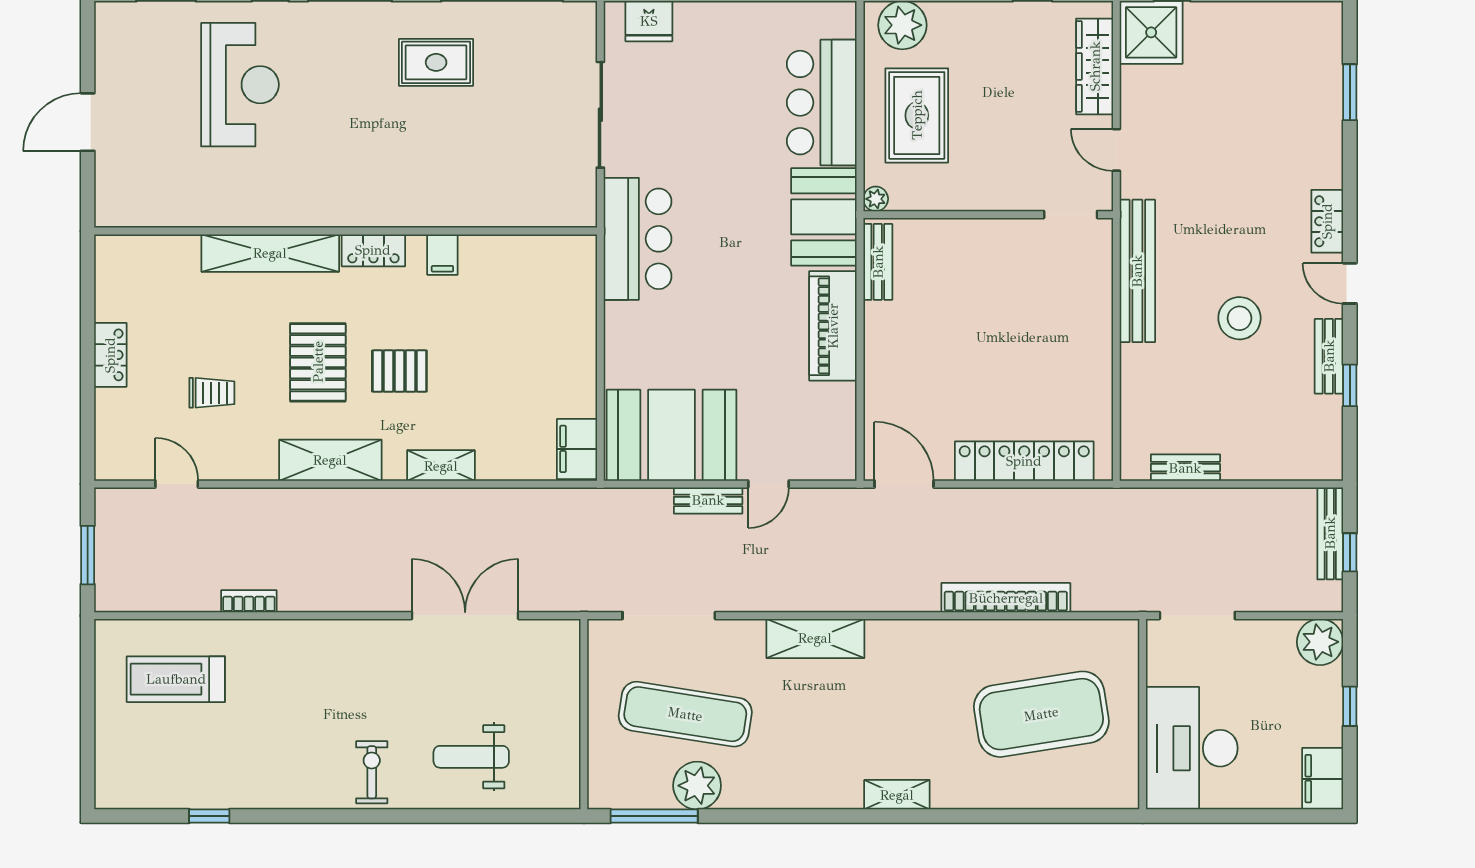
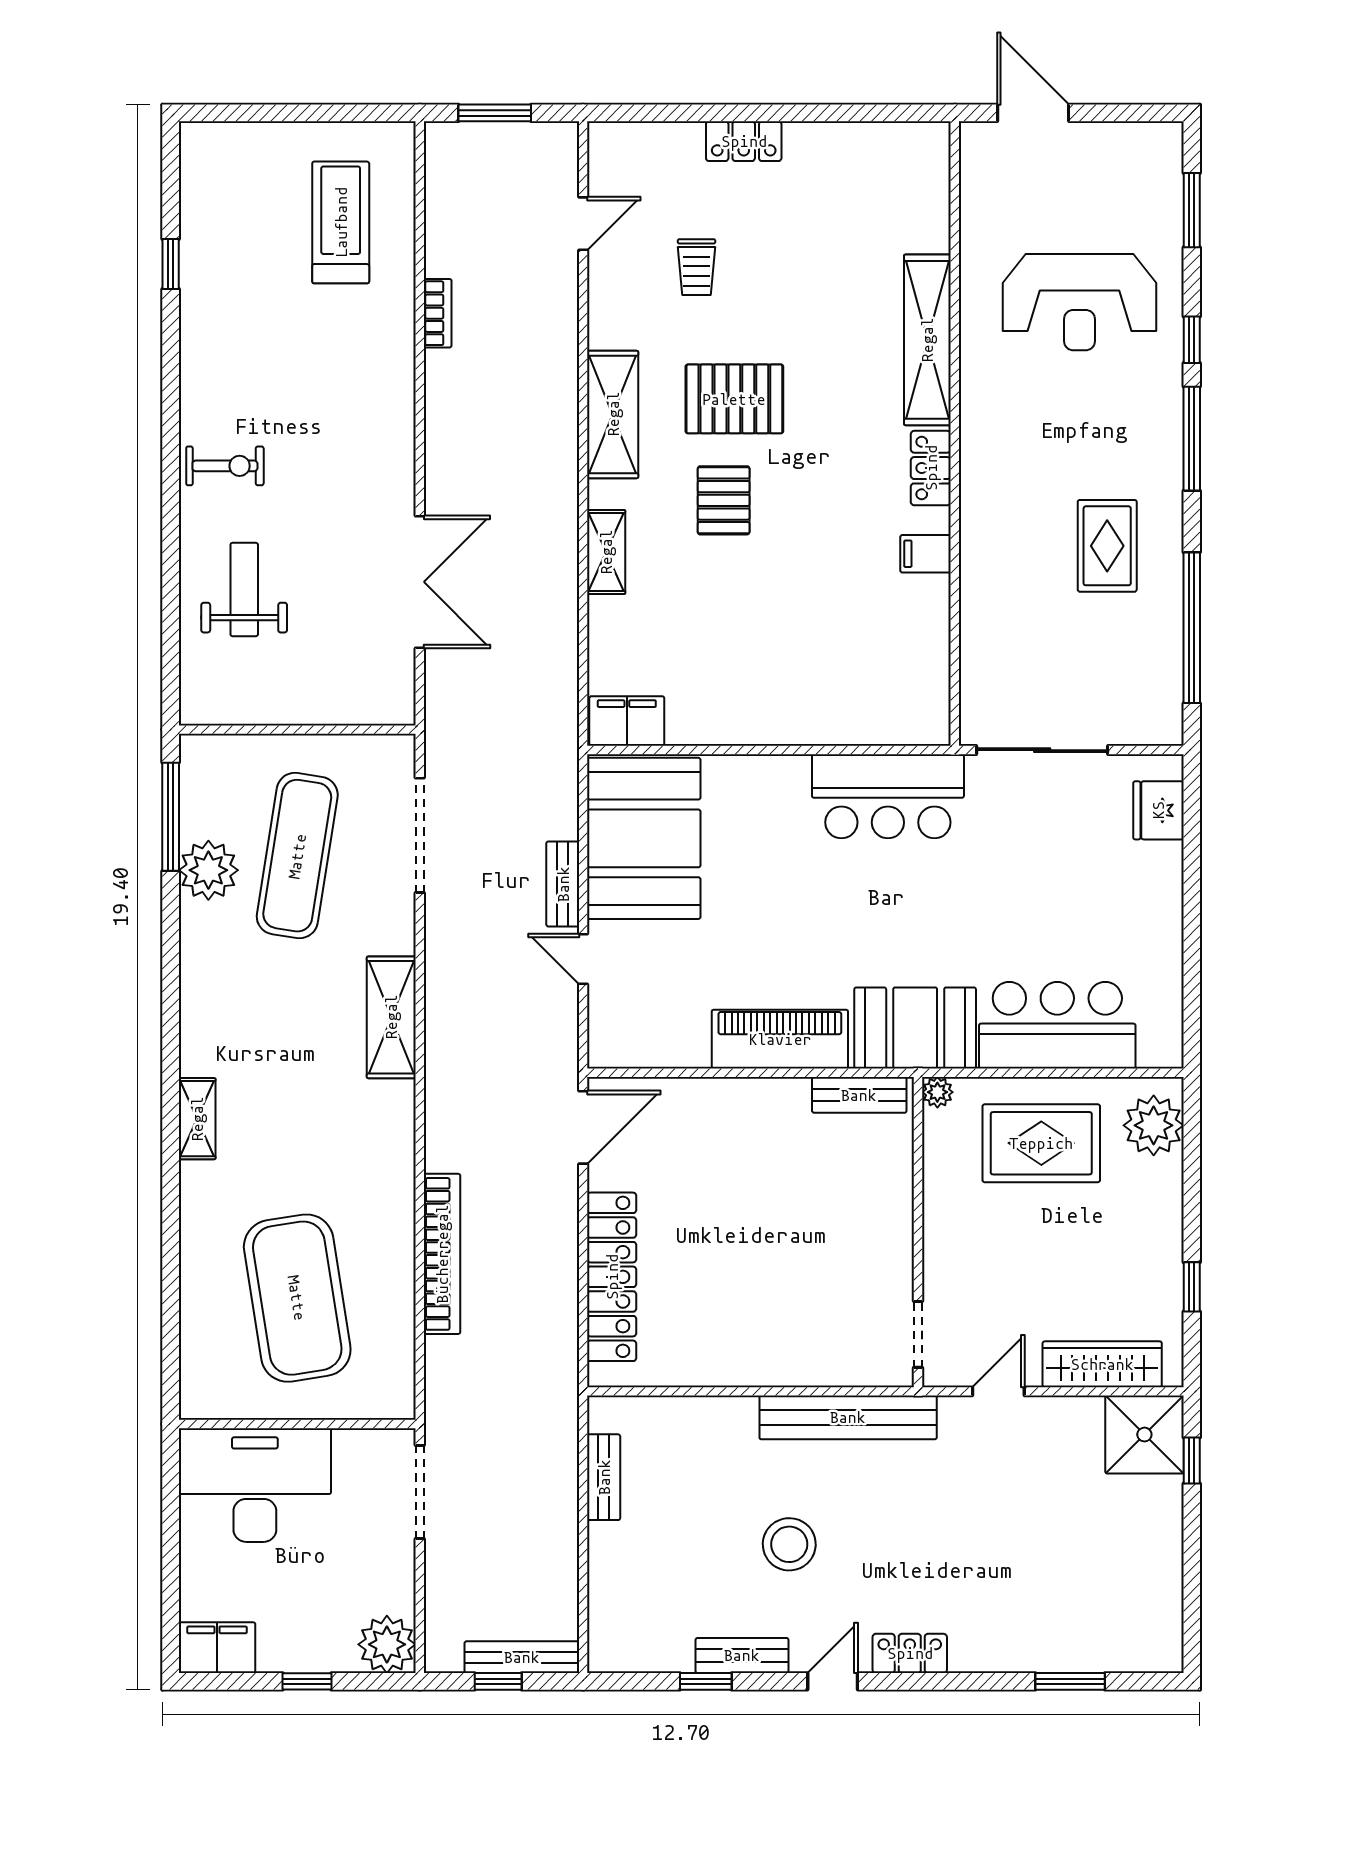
wall: (346, 231) -> (955, 434), moved
locker: (373, 250) -> (931, 468), moved
shelving: (270, 253) -> (927, 340), moved
filing cabinet: (442, 255) -> (926, 554), moved

